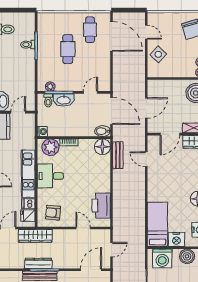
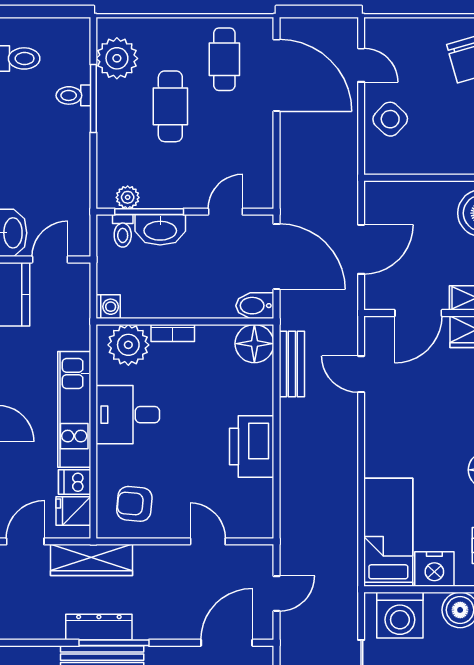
plant: (46, 29) -> (117, 58), added
printer: (101, 206) -> (252, 446), moved

